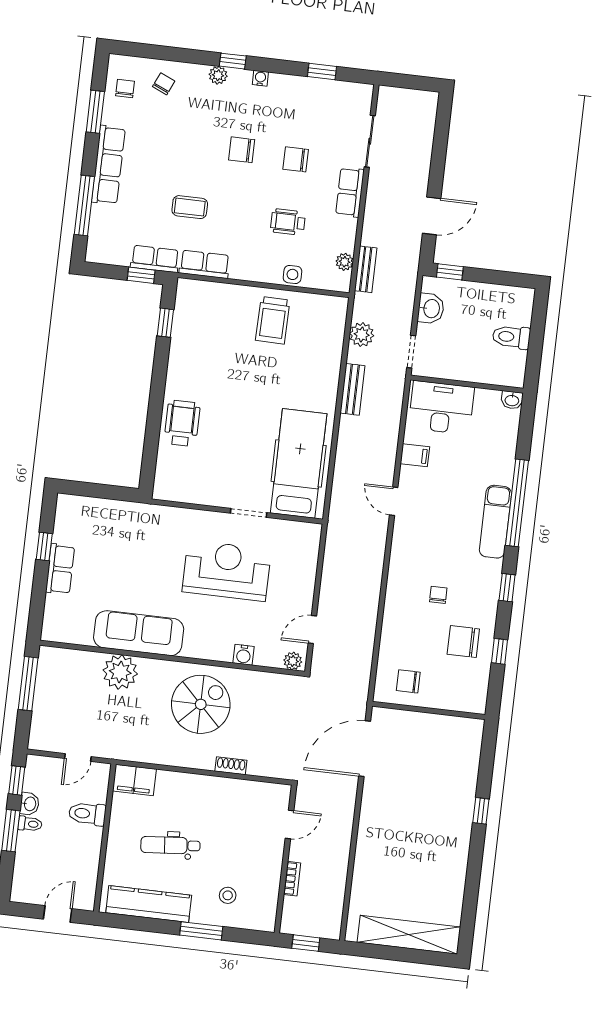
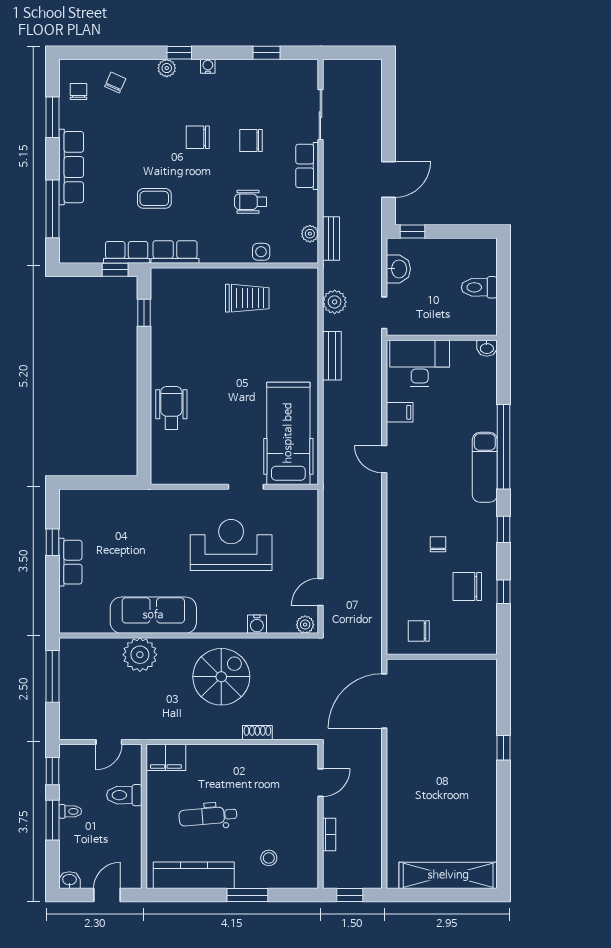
trolley: (273, 320) -> (247, 298), turned -91
washbasin: (30, 804) -> (69, 880), moved, turned -90

